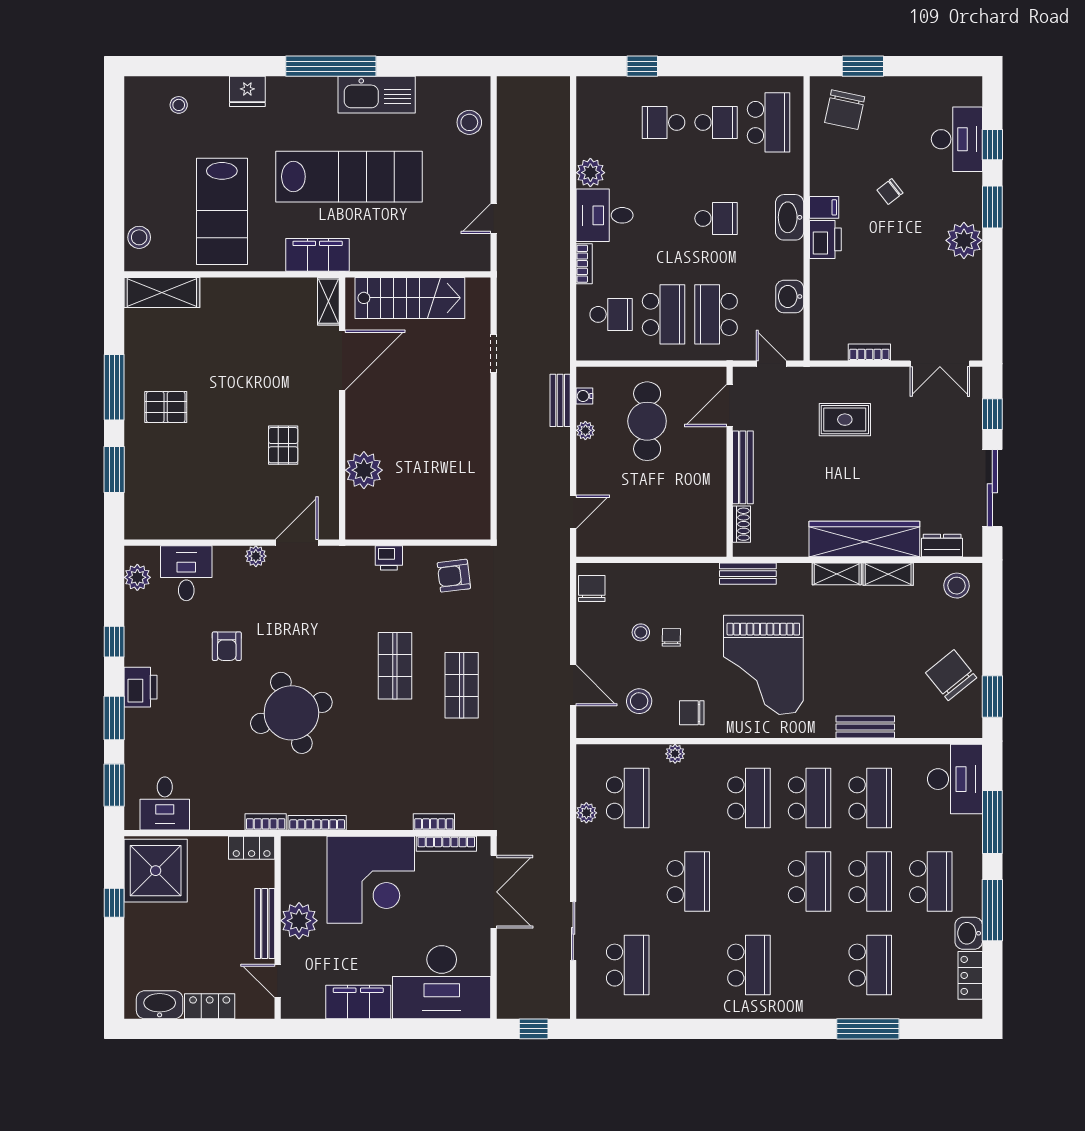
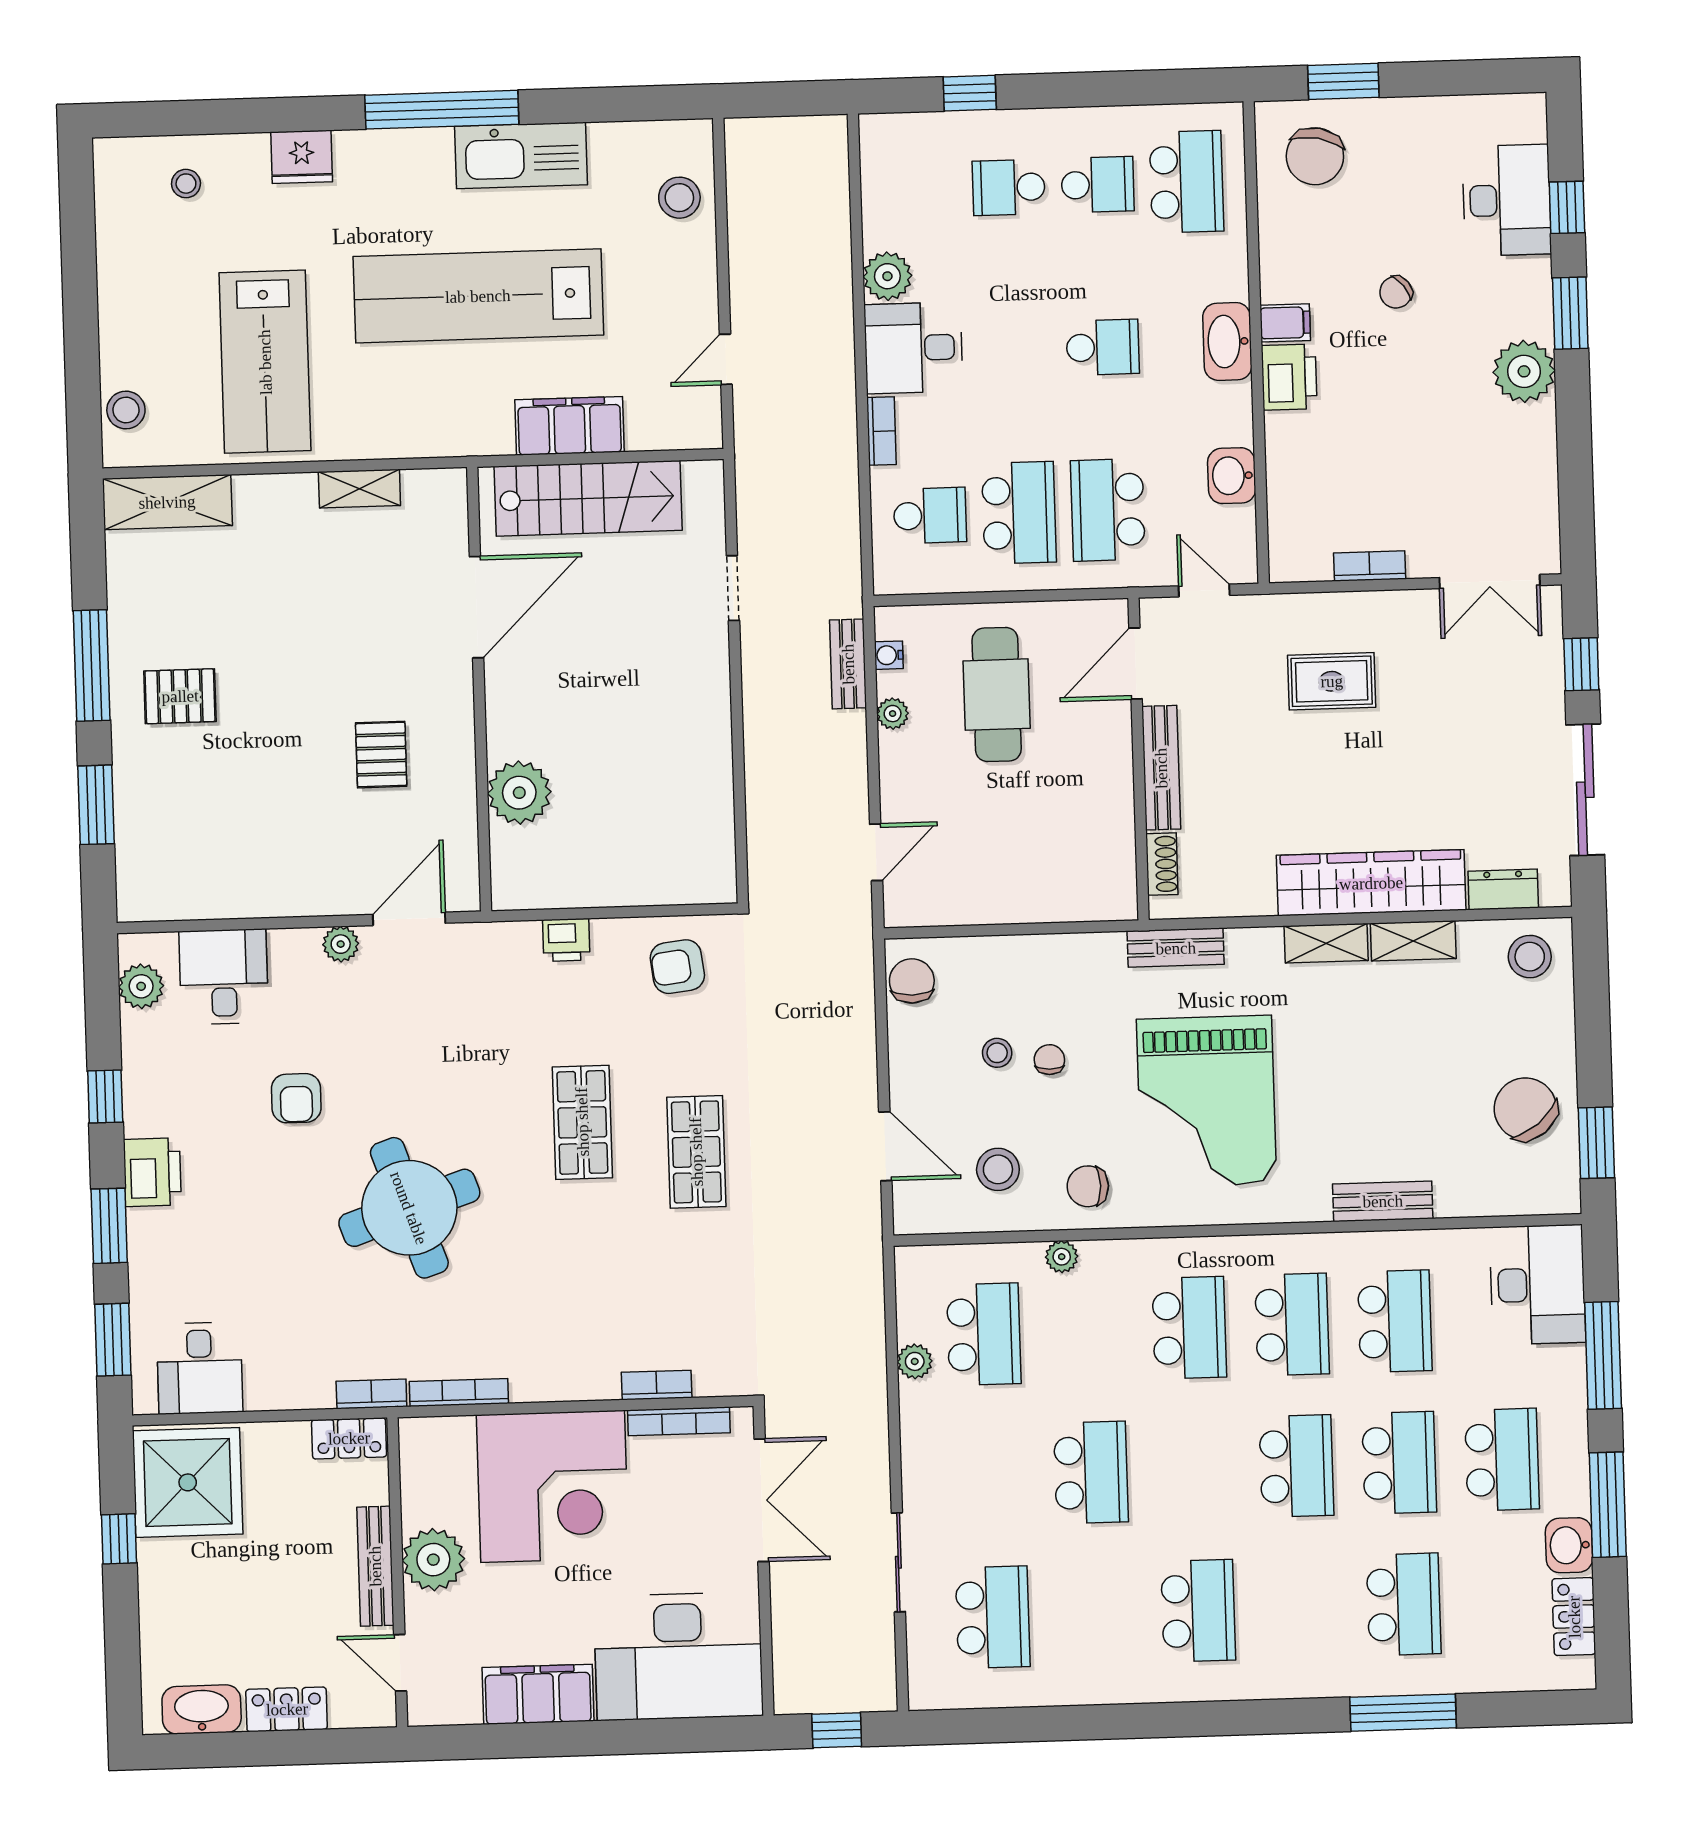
lab bench: (349, 177) -> (478, 296), turned 180
filing cabinet: (318, 255) -> (570, 426), moved
shelving: (328, 301) -> (359, 489), moved, turned 90

